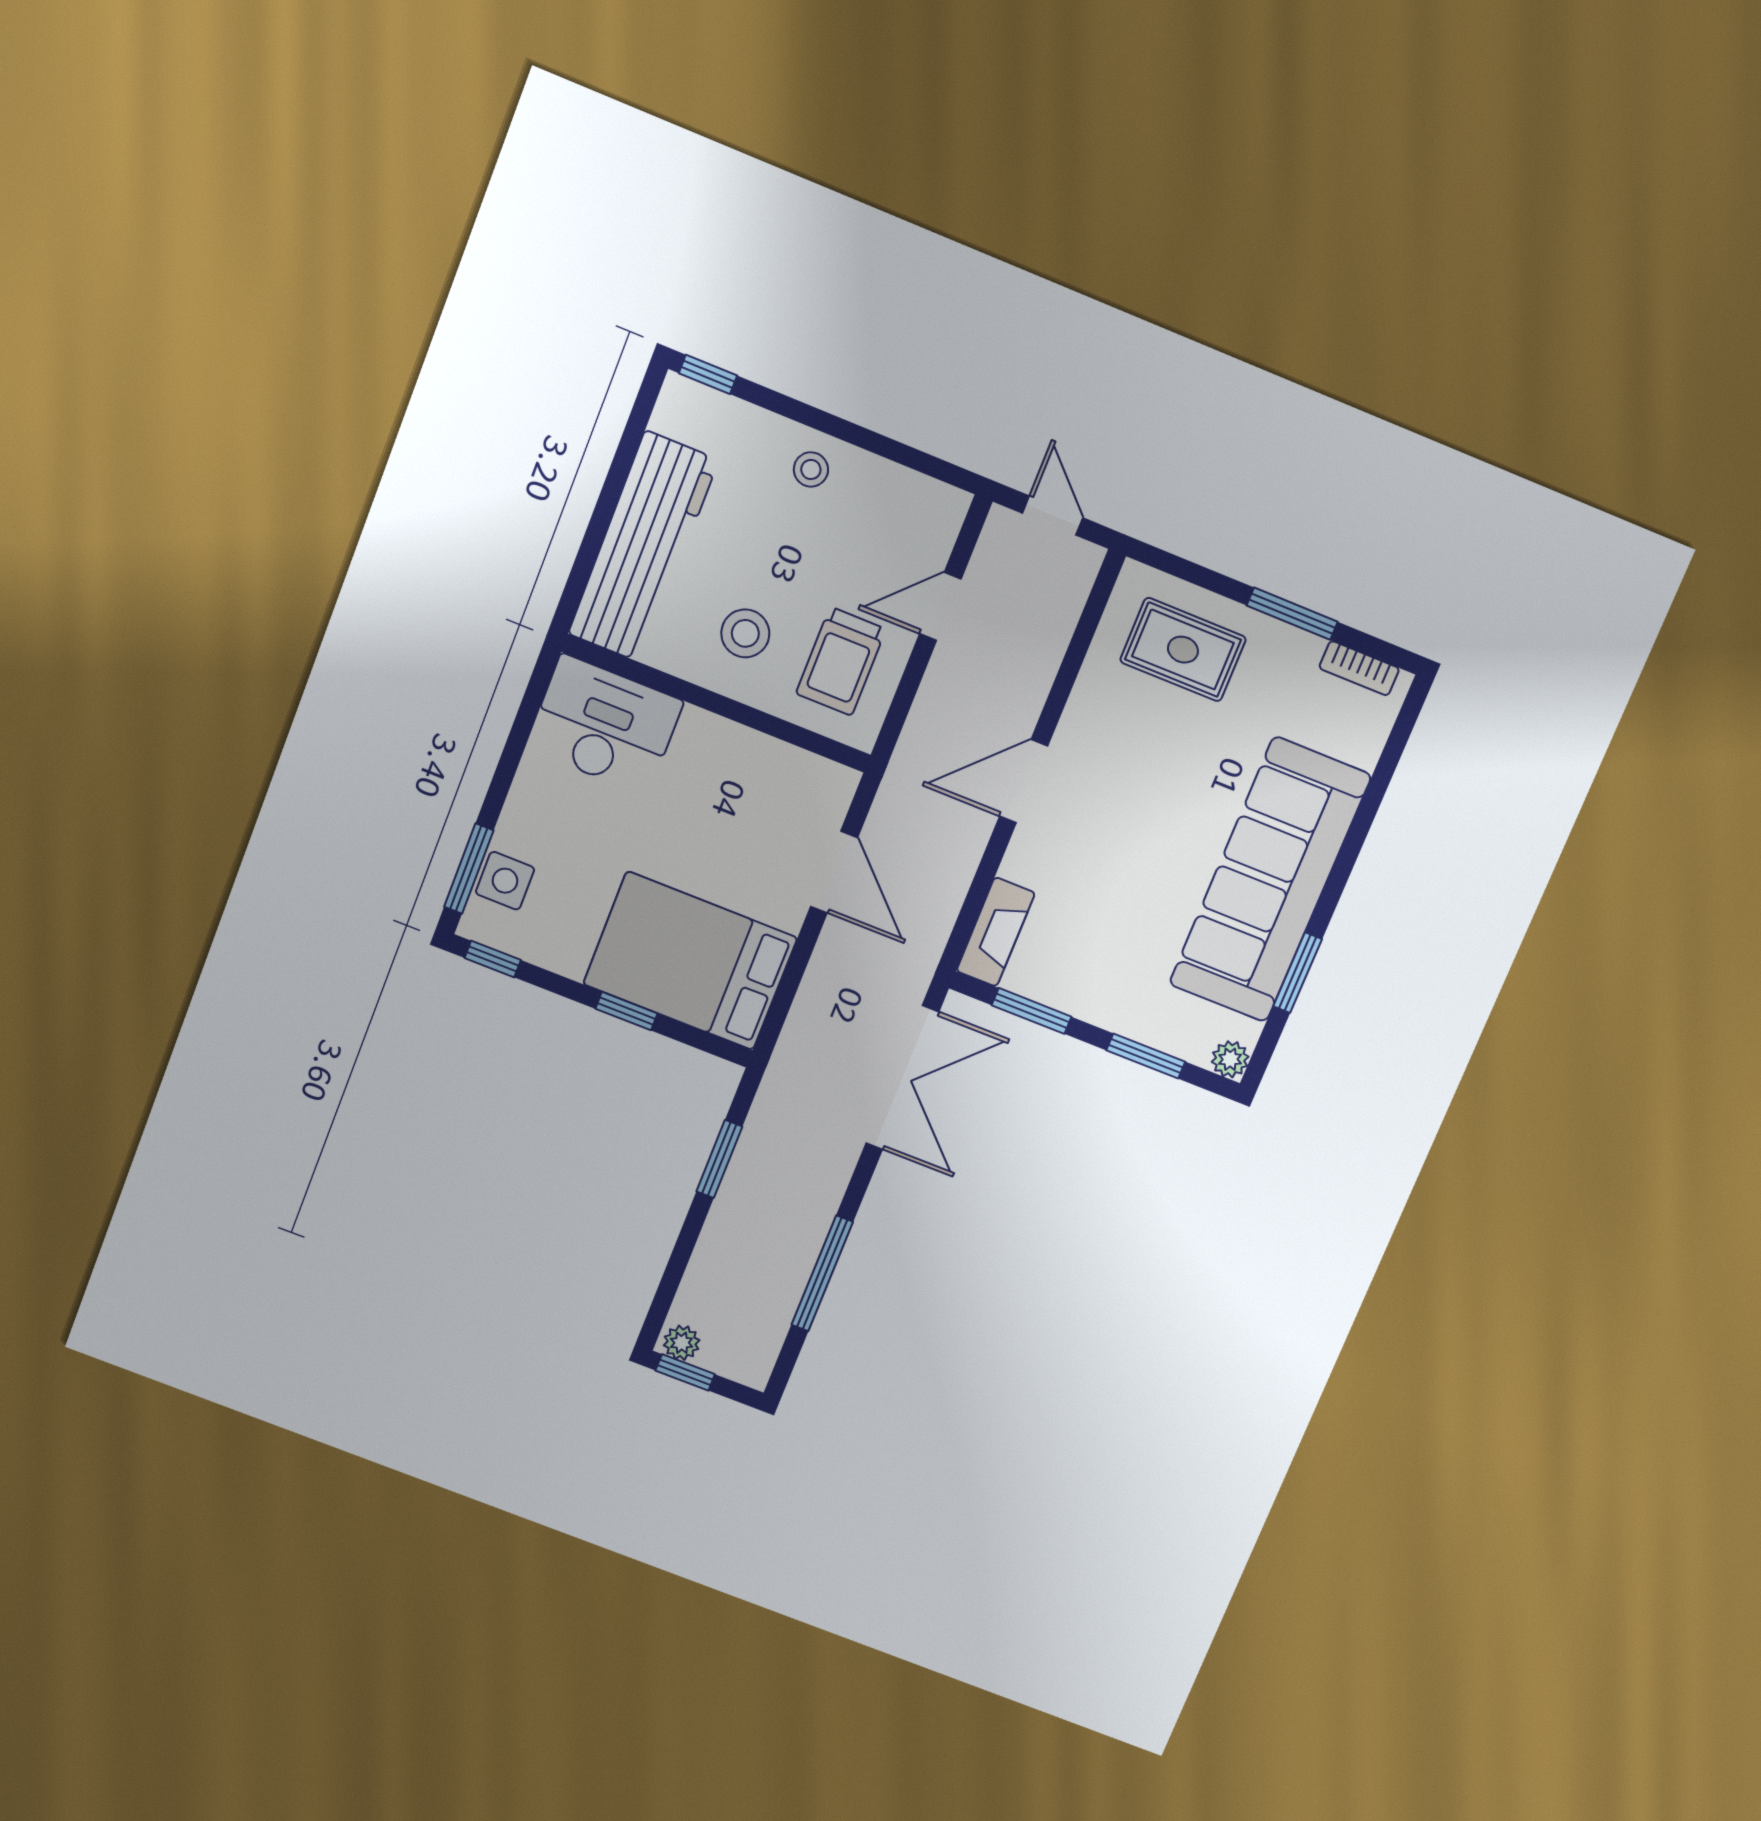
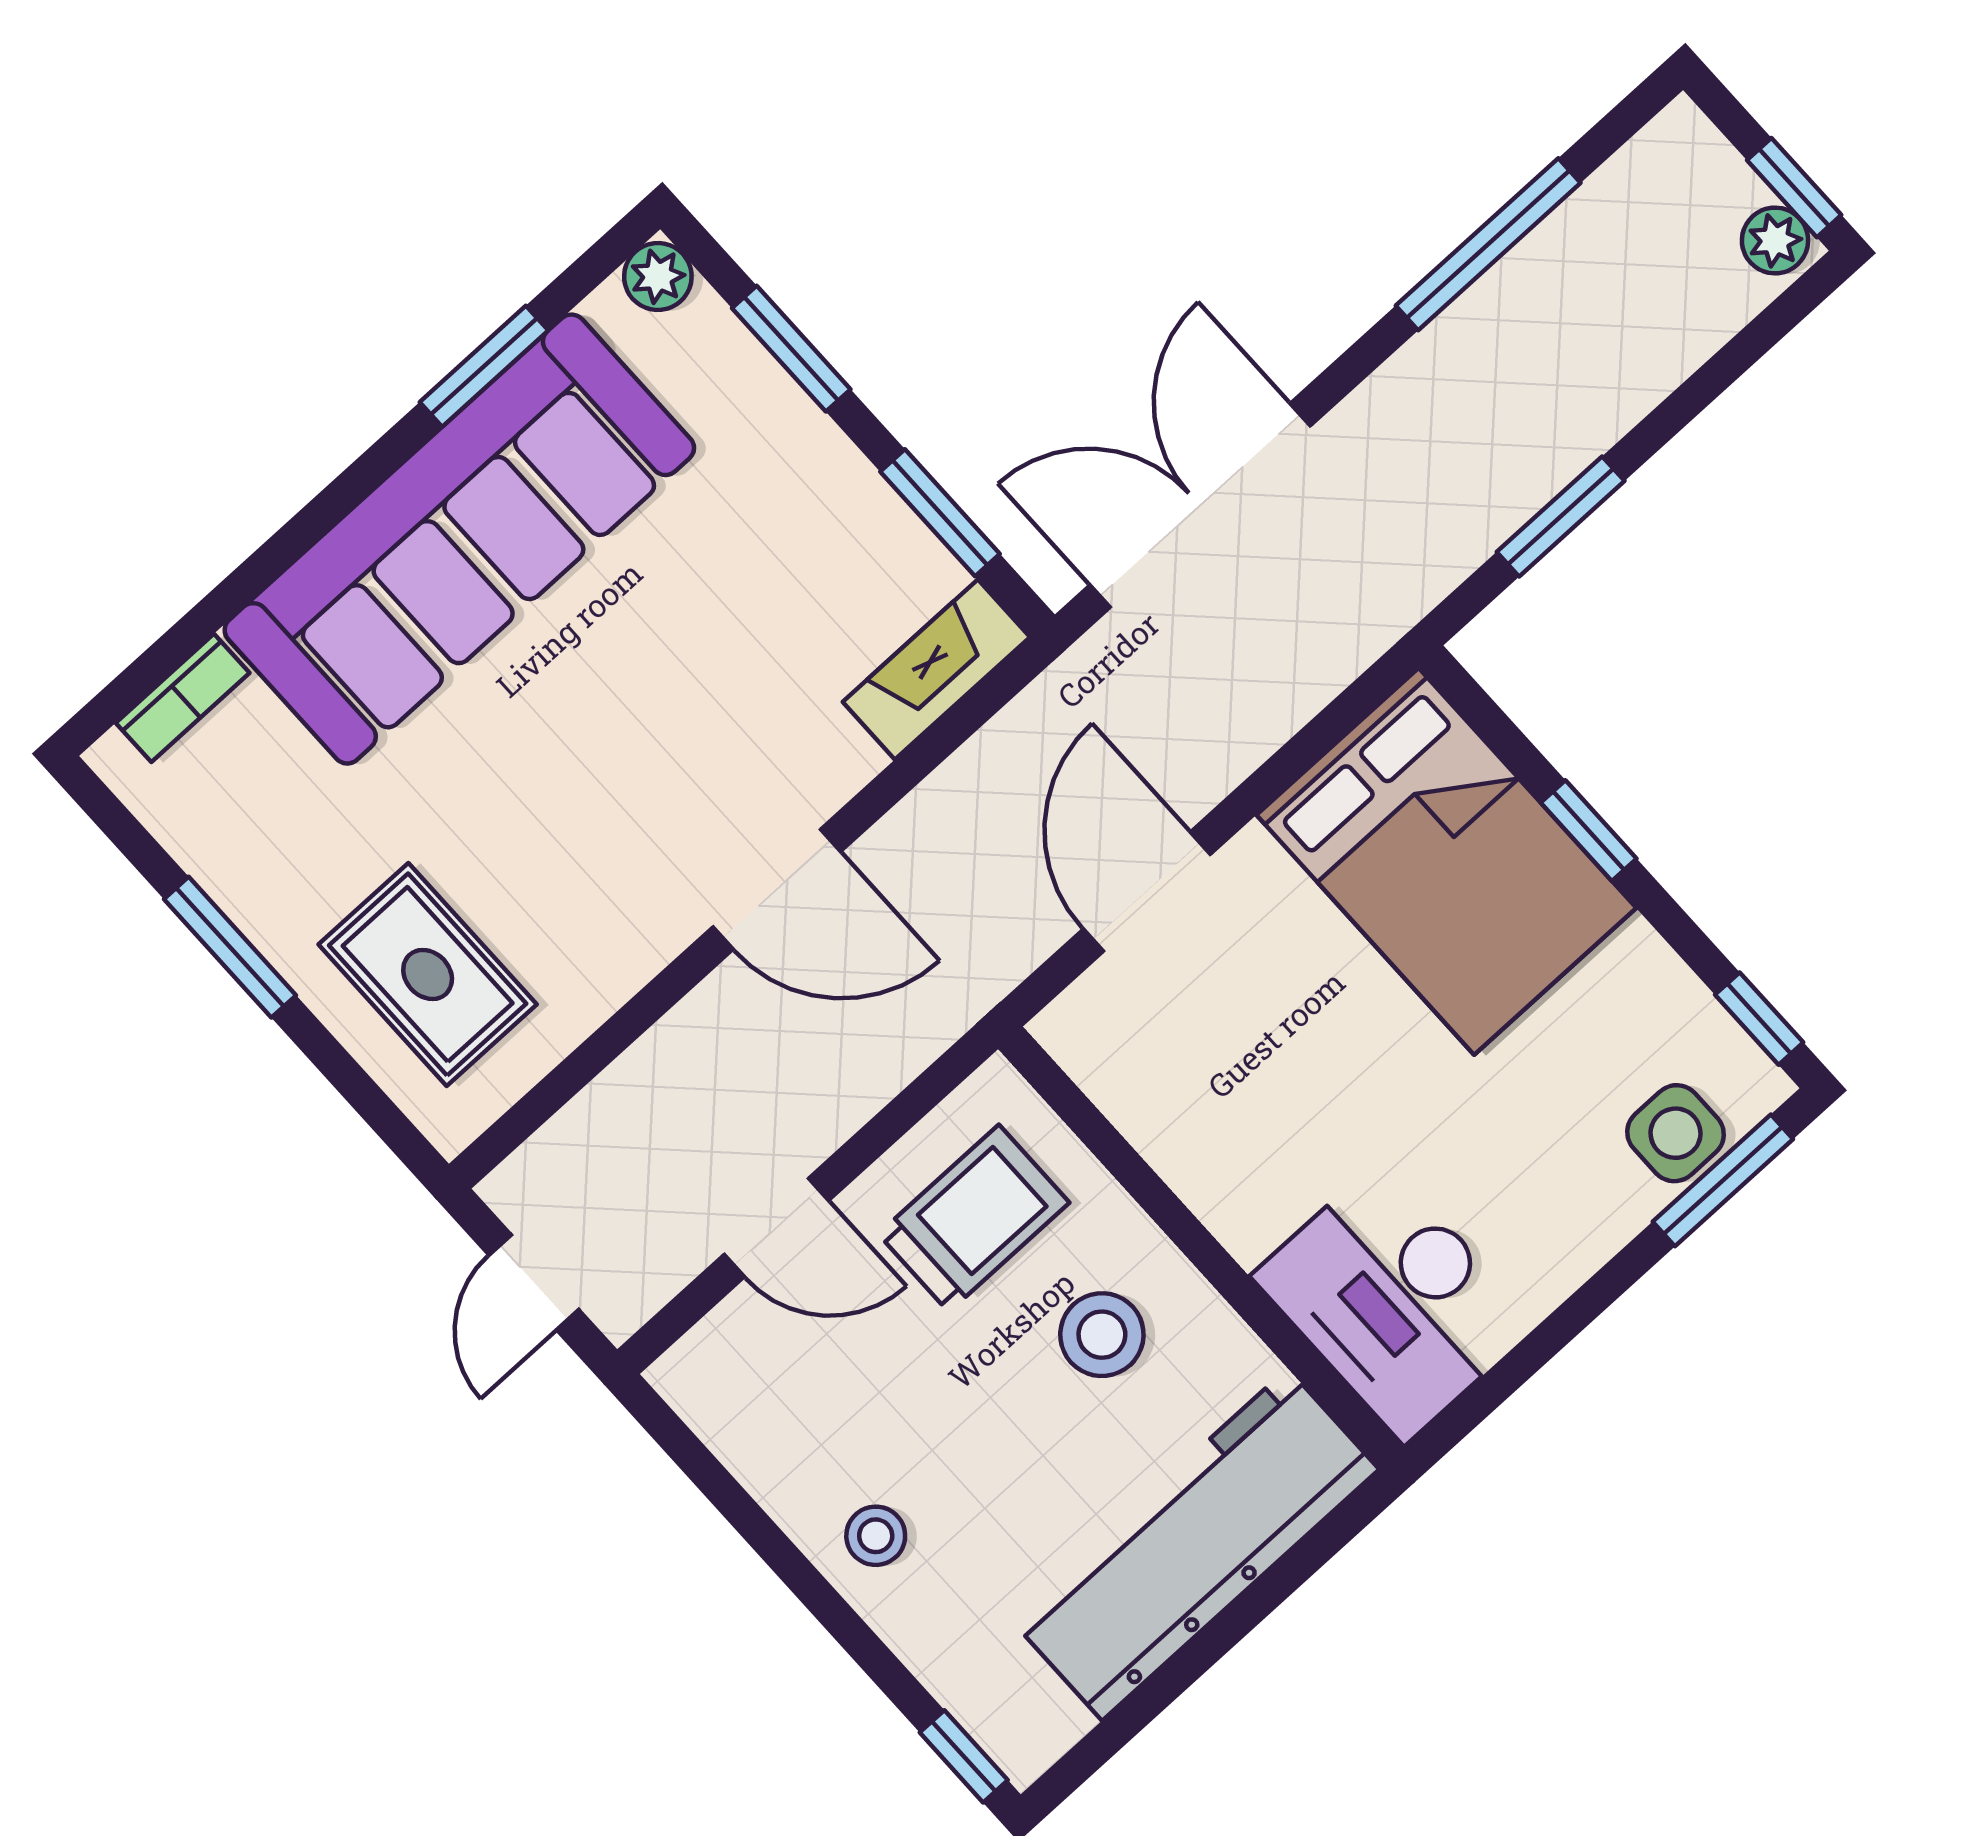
bookcase: (1359, 668) -> (183, 698), moved, turned 90

